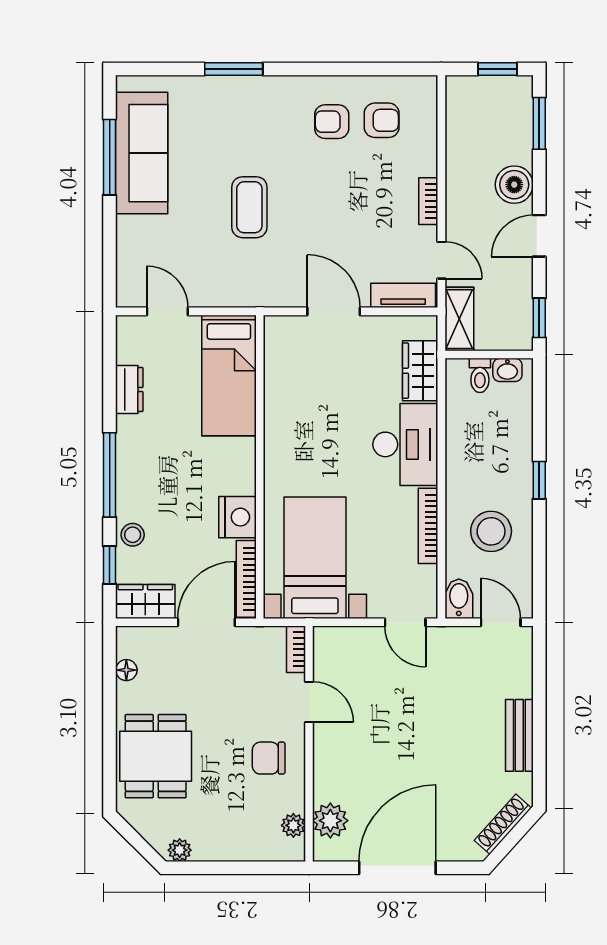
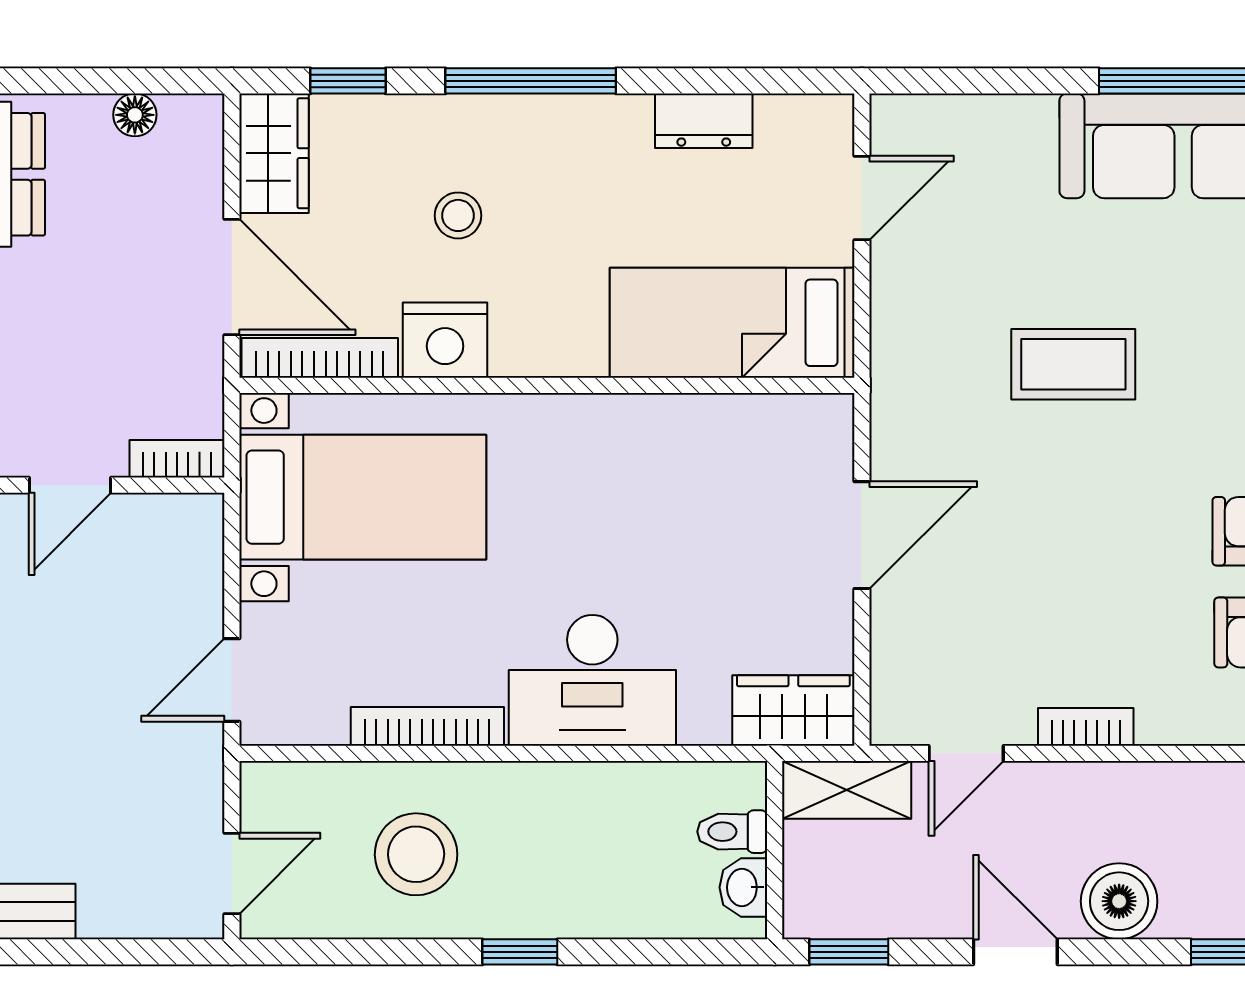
tv unit: (403, 295) -> (894, 676), removed
wardrobe: (420, 371) -> (793, 711), moved
stool: (133, 535) -> (458, 215), moved
bidet: (459, 599) -> (280, 789), removed

